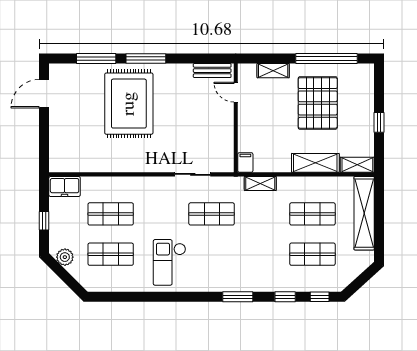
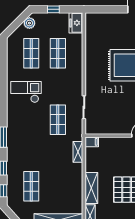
shop shelf: (312, 214) -> (58, 186), removed

